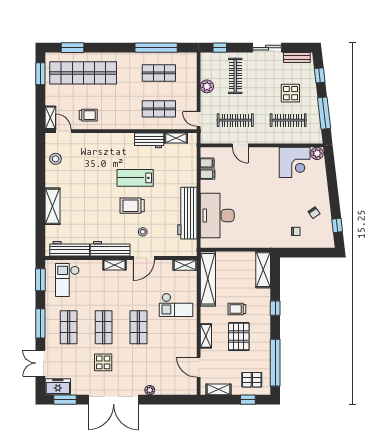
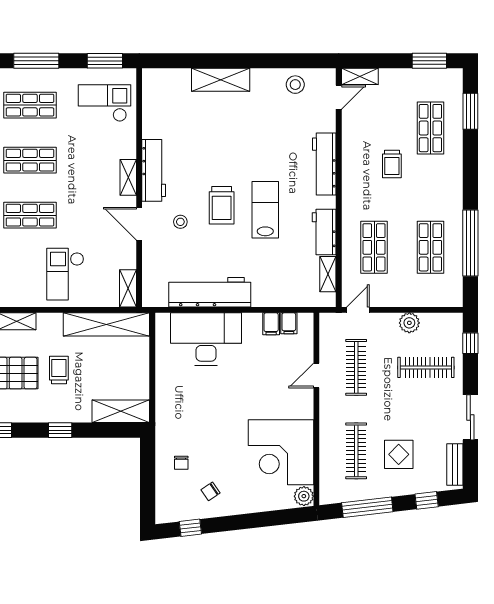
shop shelf: (83, 73) -> (430, 128), width x0.50, depth x0.74
trolley: (88, 115) -> (392, 164), moved
corner desk: (295, 162) -> (281, 452), width x1.36, depth x1.36
trolley: (132, 206) -> (222, 205), turned 180
workbench: (70, 249) -> (324, 164), moved, turned 180

